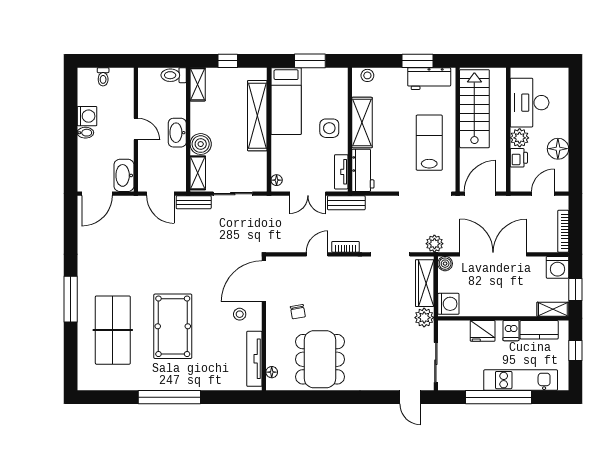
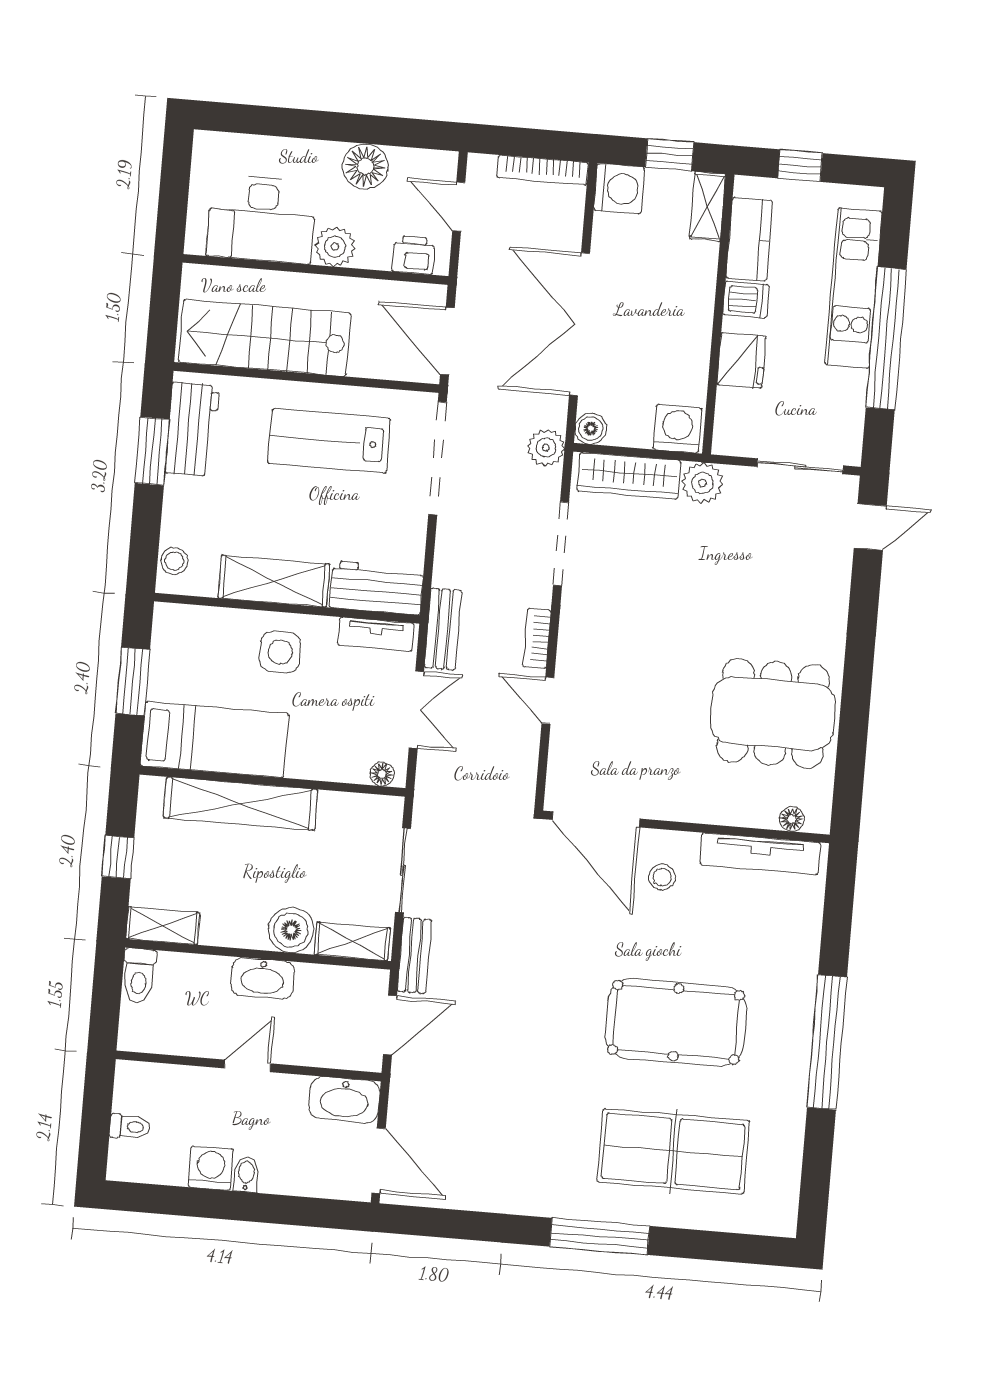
printer: (519, 158) -> (414, 255), moved
chair: (298, 312) -> (667, 752), removed

